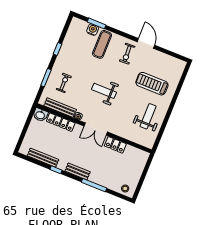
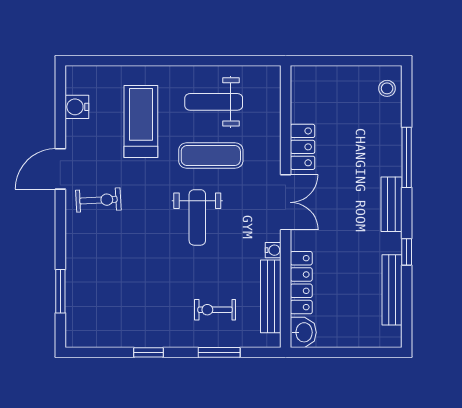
water cooler: (93, 30) -> (77, 107), moved
exercise mat: (102, 44) -> (211, 156), moved
treadmill: (152, 84) -> (141, 121), turned 180

